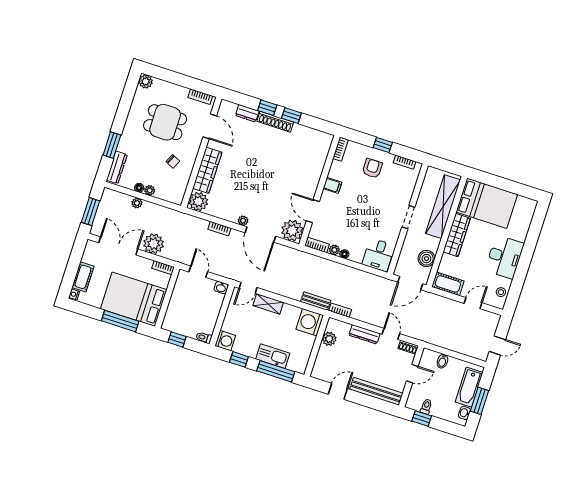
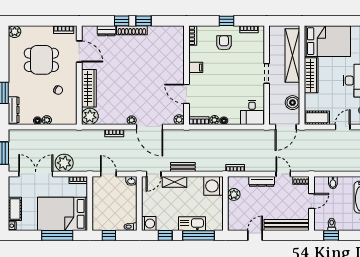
plant: (137, 203) -> (40, 134), removed
plant: (292, 231) -> (179, 120), width x0.53, depth x0.53
bench: (316, 301) -> (183, 167), moved

